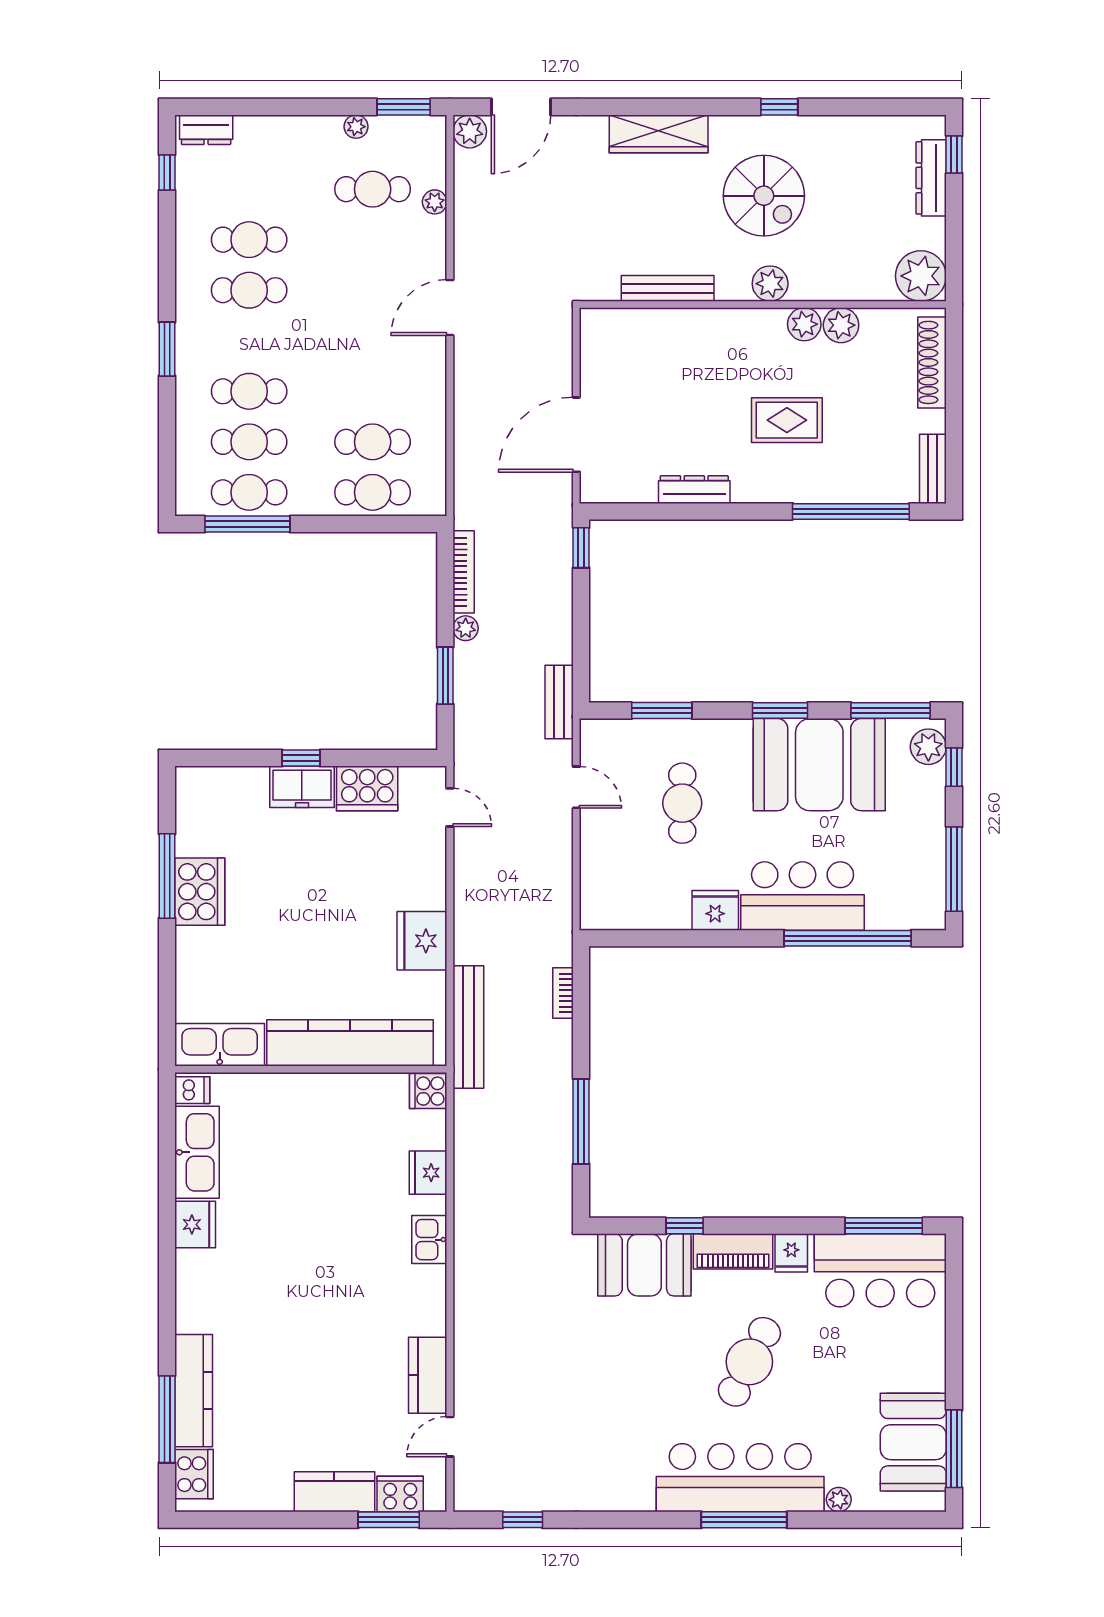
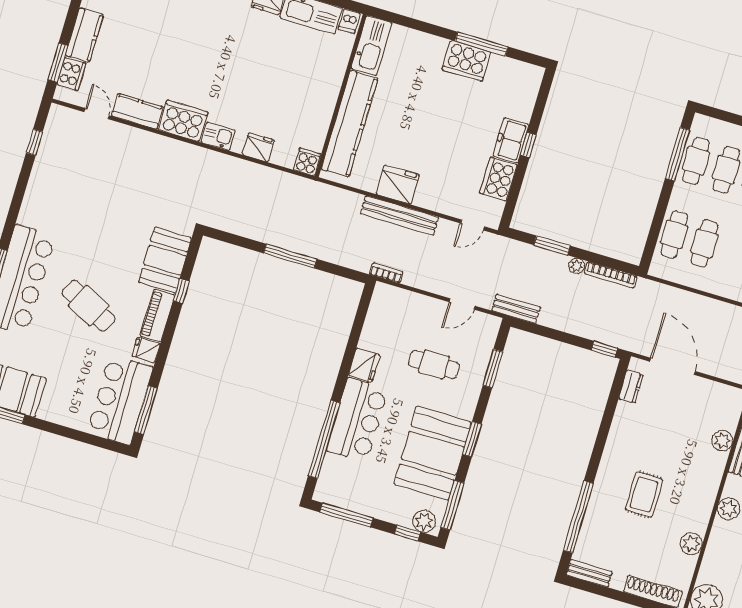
plant: (804, 324) -> (722, 441), moved
dresser: (694, 490) -> (631, 387), moved, width x0.70
bookcase: (563, 993) -> (386, 273), moved
bench: (468, 1027) -> (400, 215), moved
window: (581, 1121) -> (290, 256), moved
cooker: (421, 1300) -> (183, 121), added

